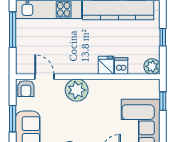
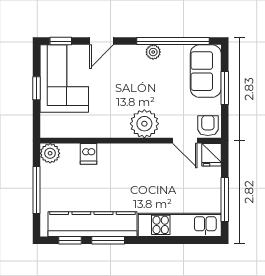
window: (163, 37) -> (36, 190), width x2.17
fridge: (106, 65) -> (211, 155), moved
window: (163, 101) -> (36, 88), moved

